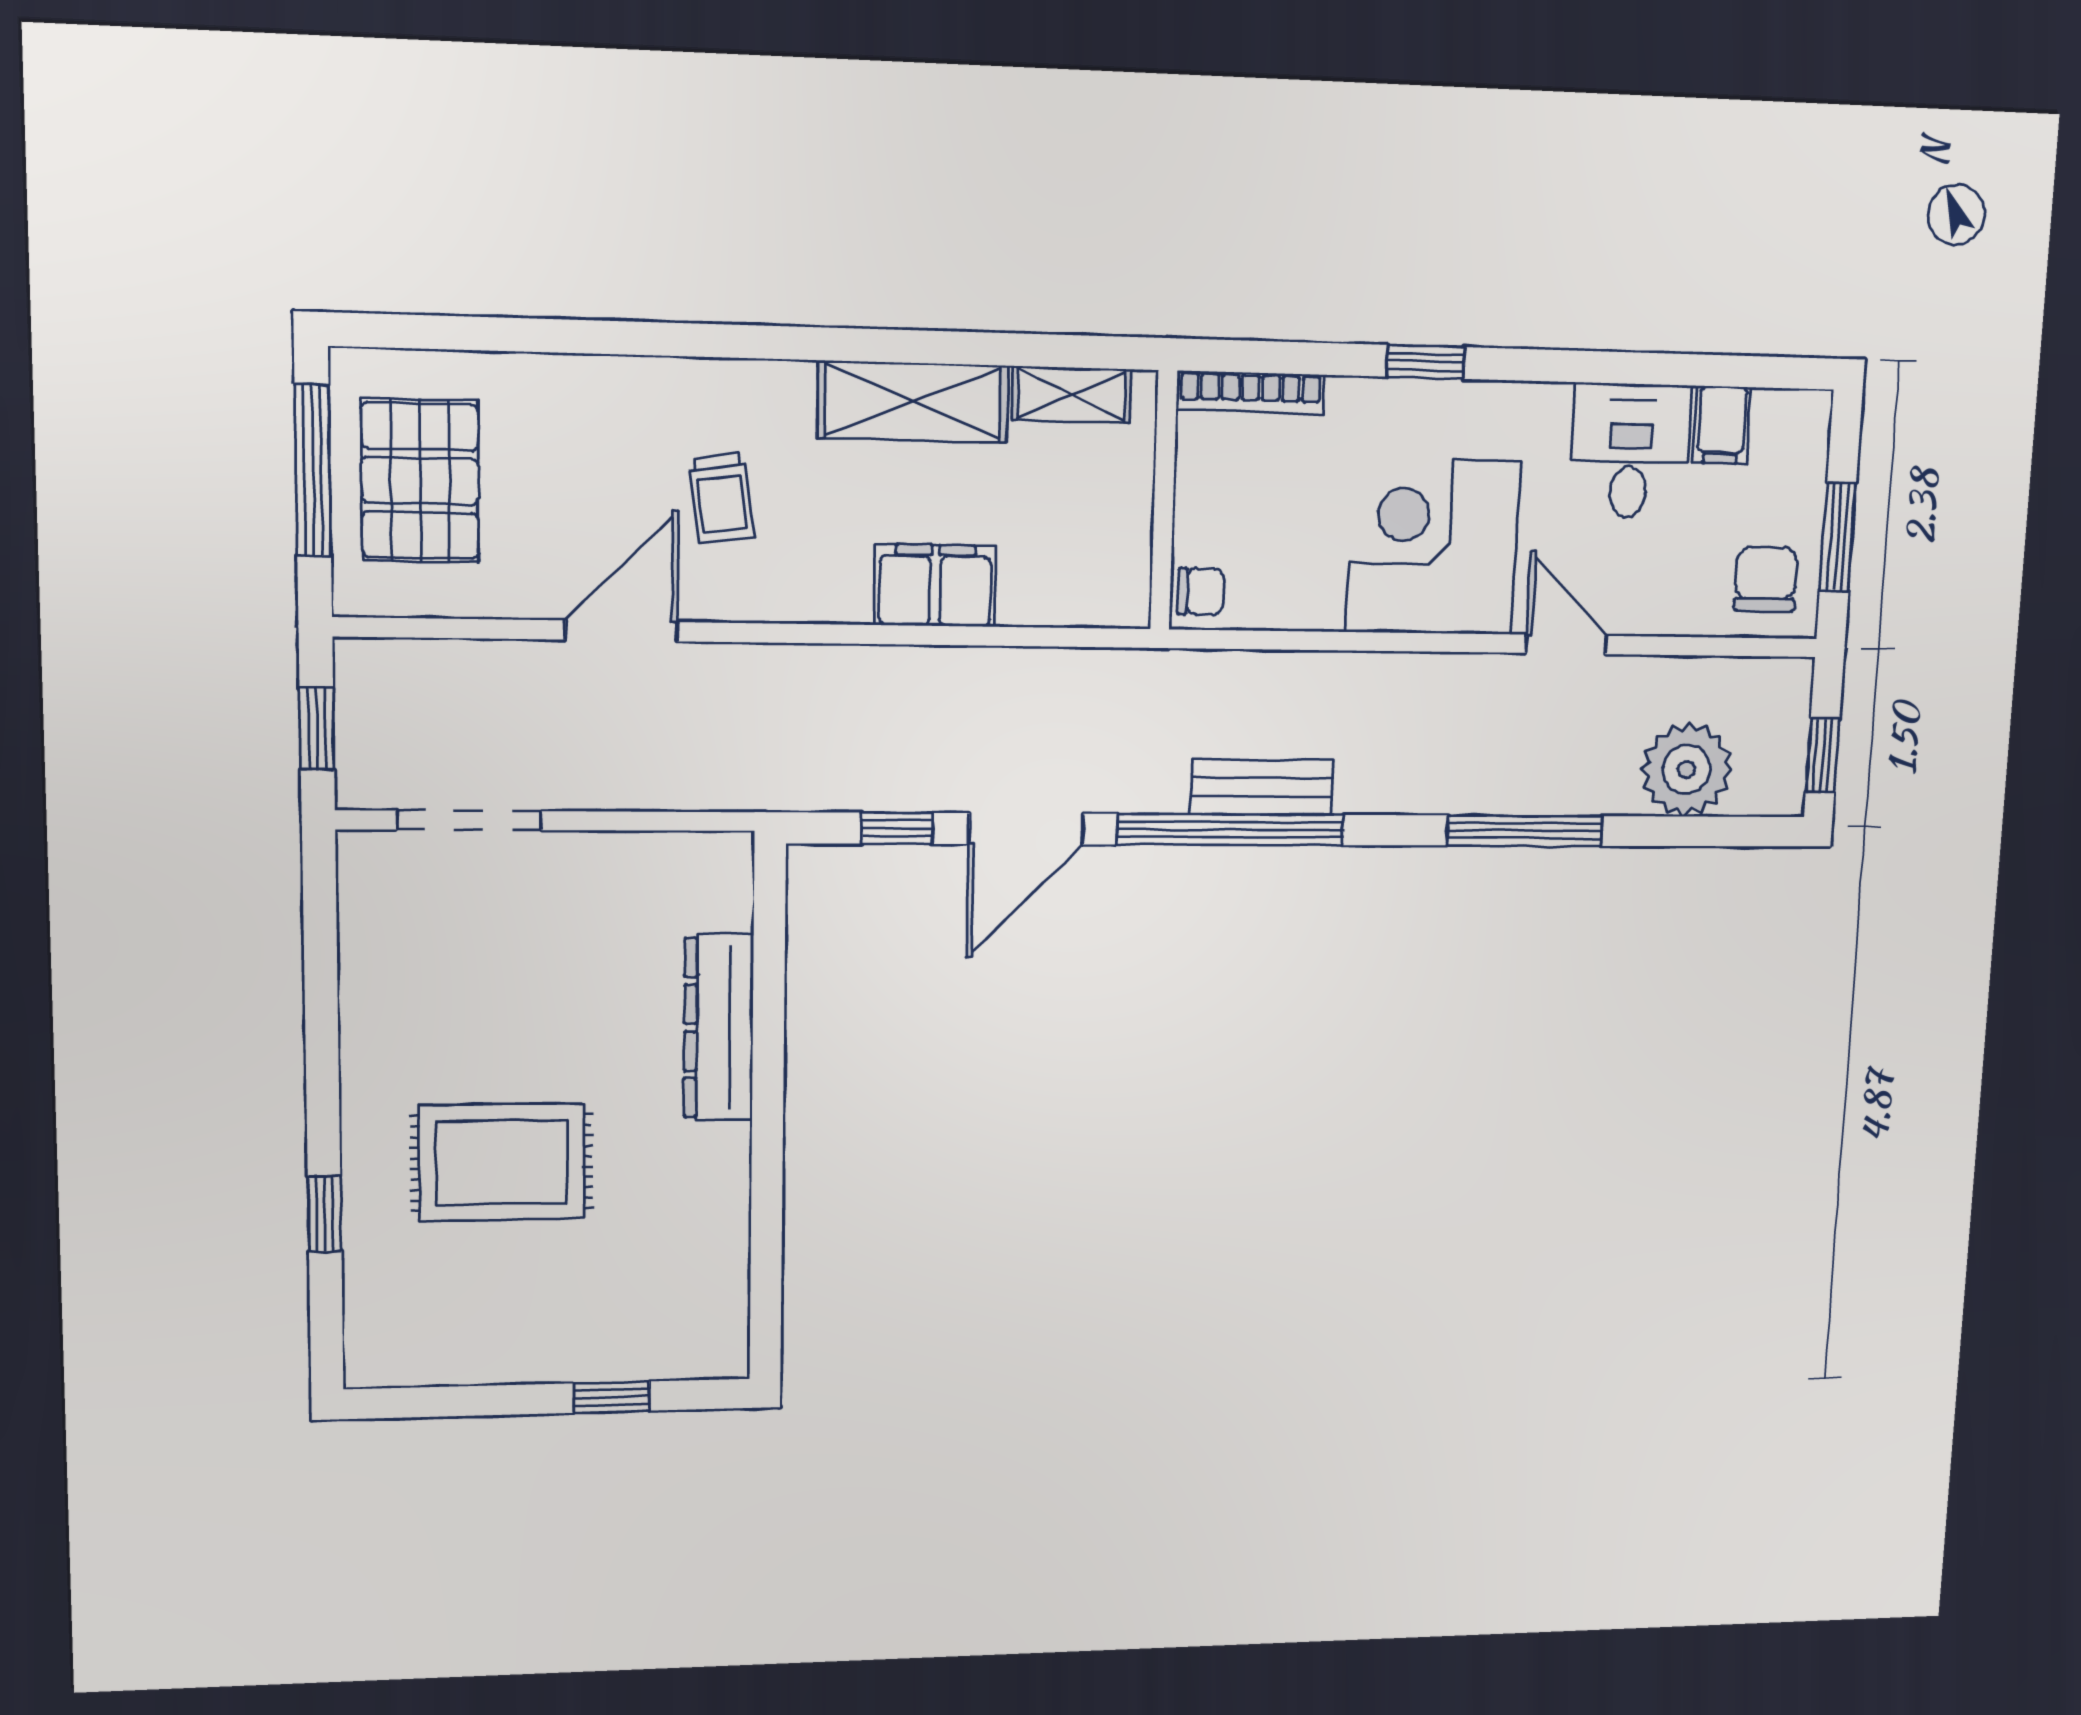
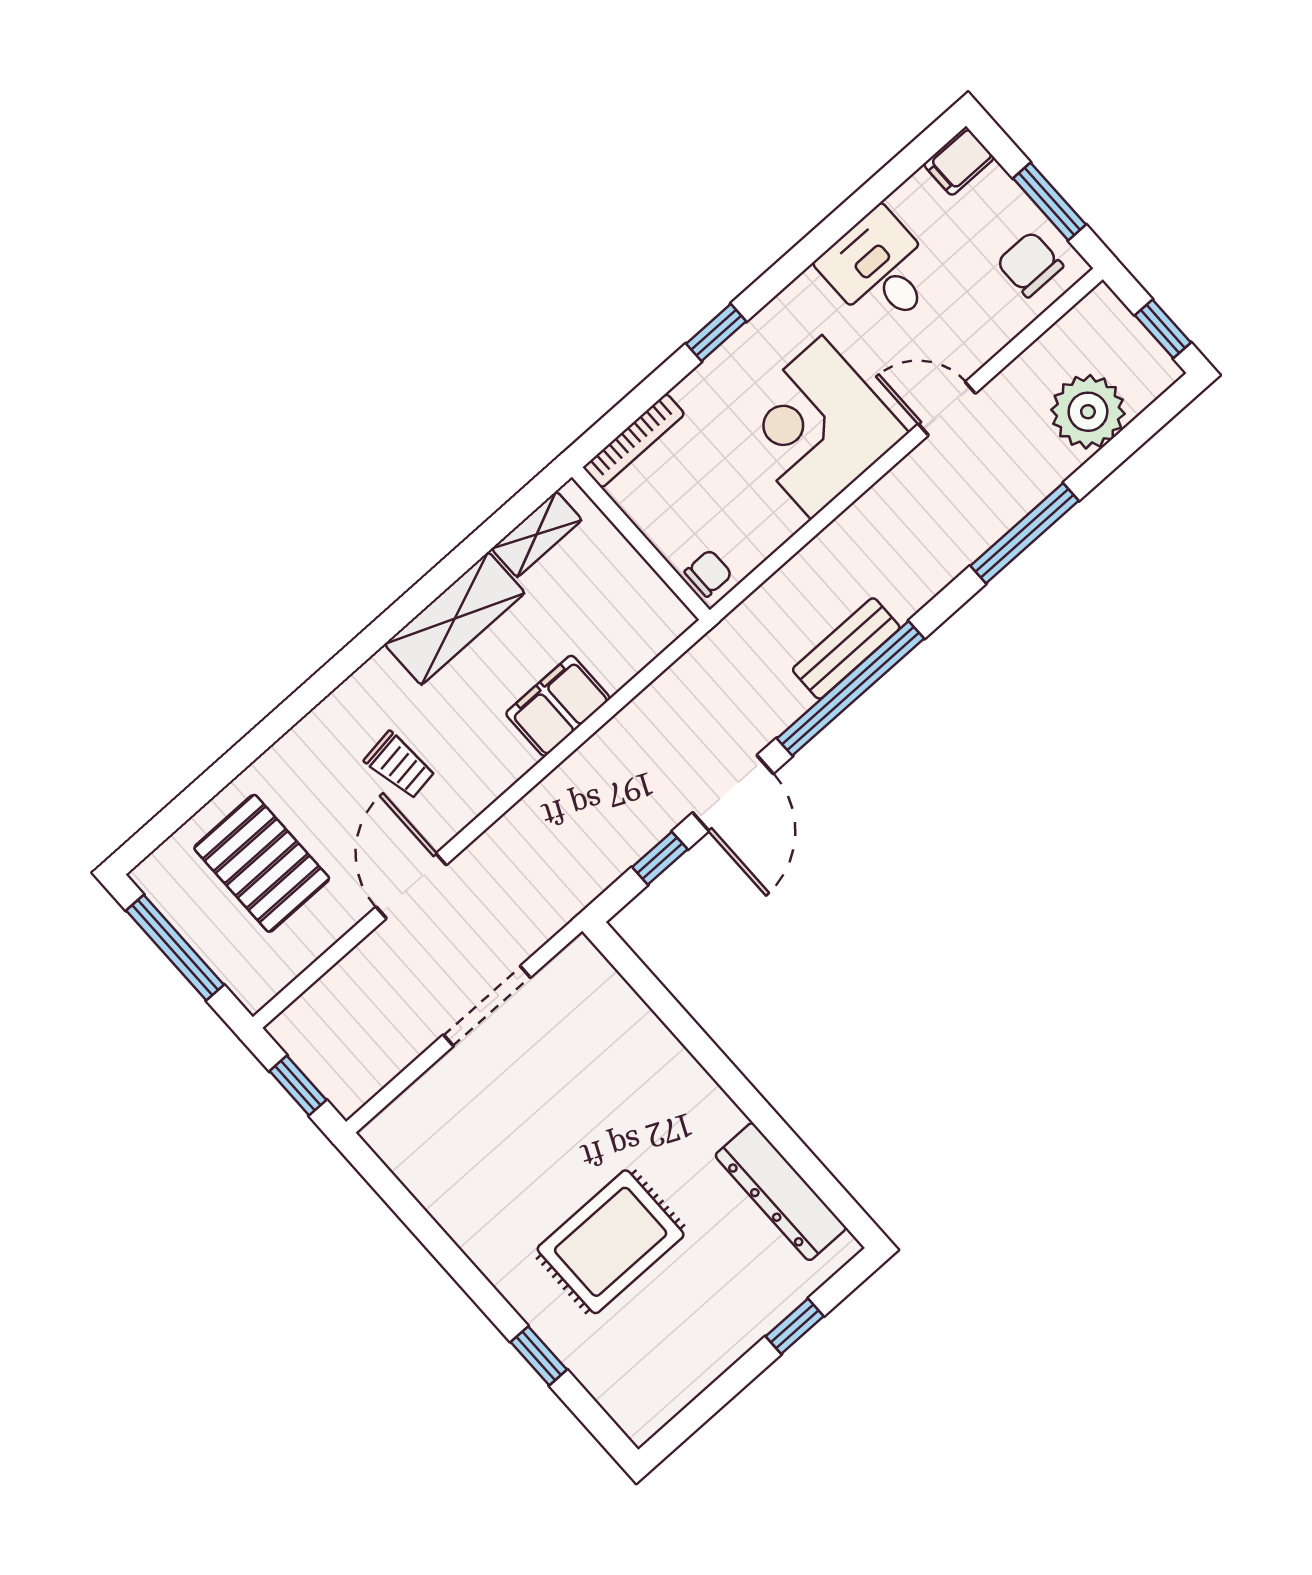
filing cabinet: (1722, 425) -> (959, 161), moved, turned 90
pallet: (420, 481) -> (262, 863), moved
doorway: (469, 820) -> (487, 1006), moved
dresser: (719, 1027) -> (781, 1192), moved

